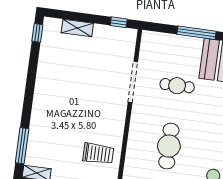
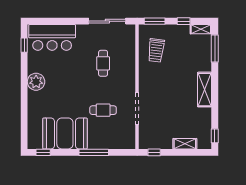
shelving: (42, 94) -> (205, 90), added
cafe table: (169, 146) -> (103, 63), width x0.73, depth x0.74
trolley: (98, 154) -> (156, 50), turned -83

